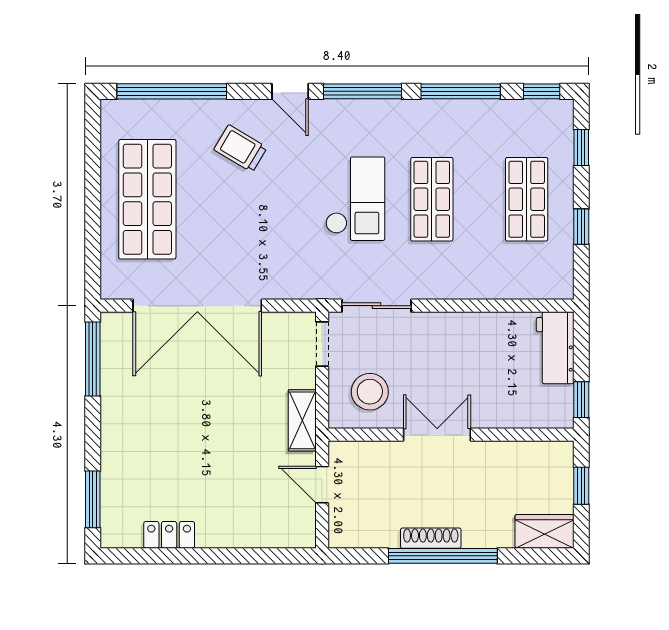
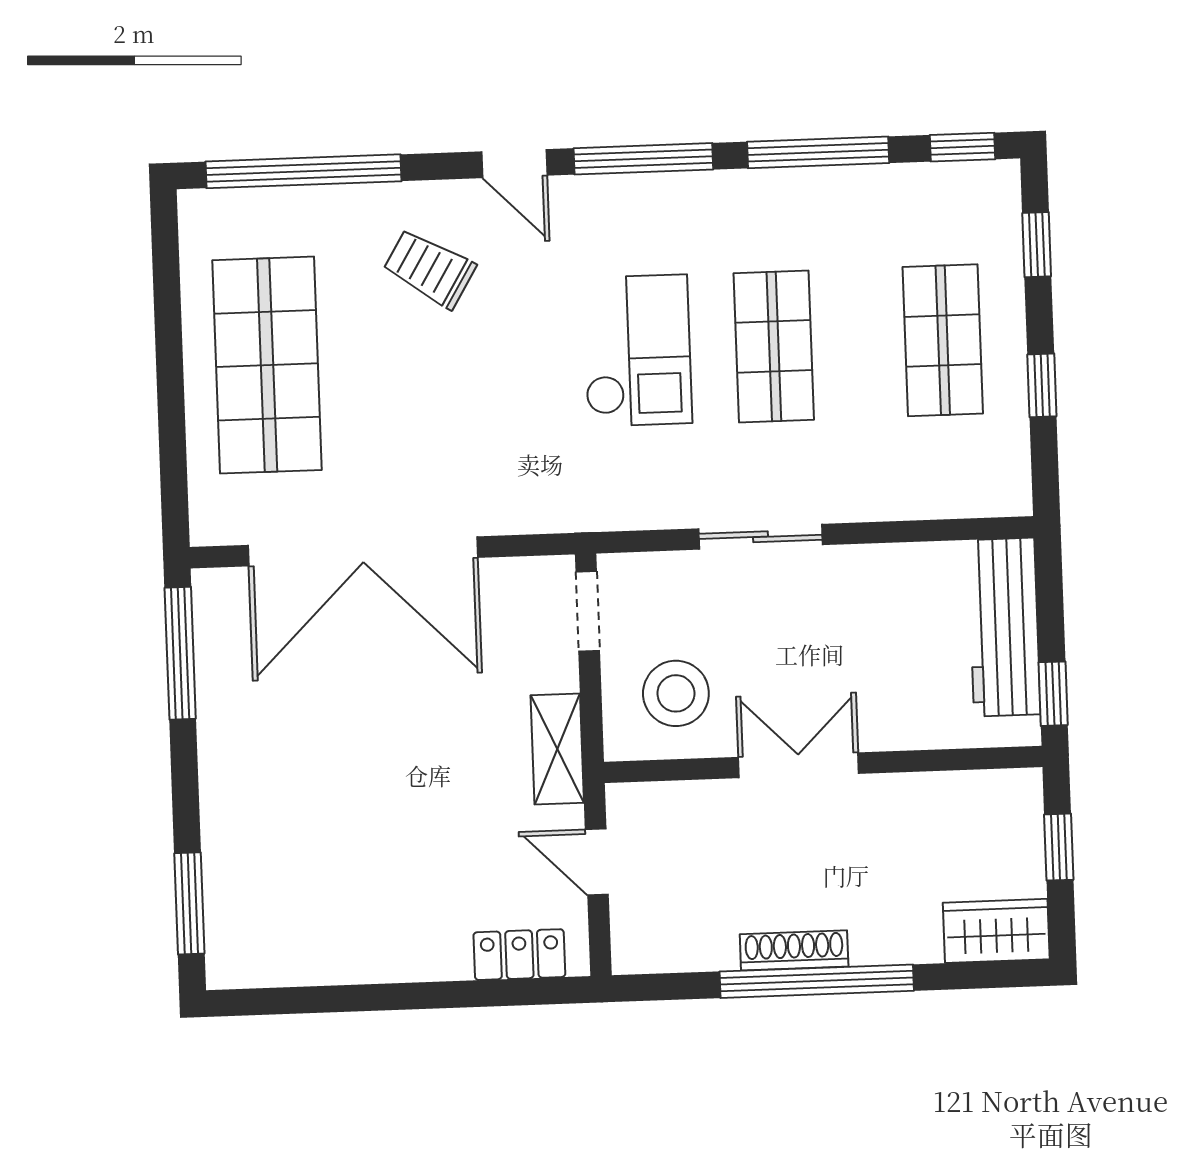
sliding door: (377, 306) -> (761, 537), moved
workbench: (555, 348) -> (1004, 627), width x1.38
locker: (169, 535) -> (519, 955), moved

